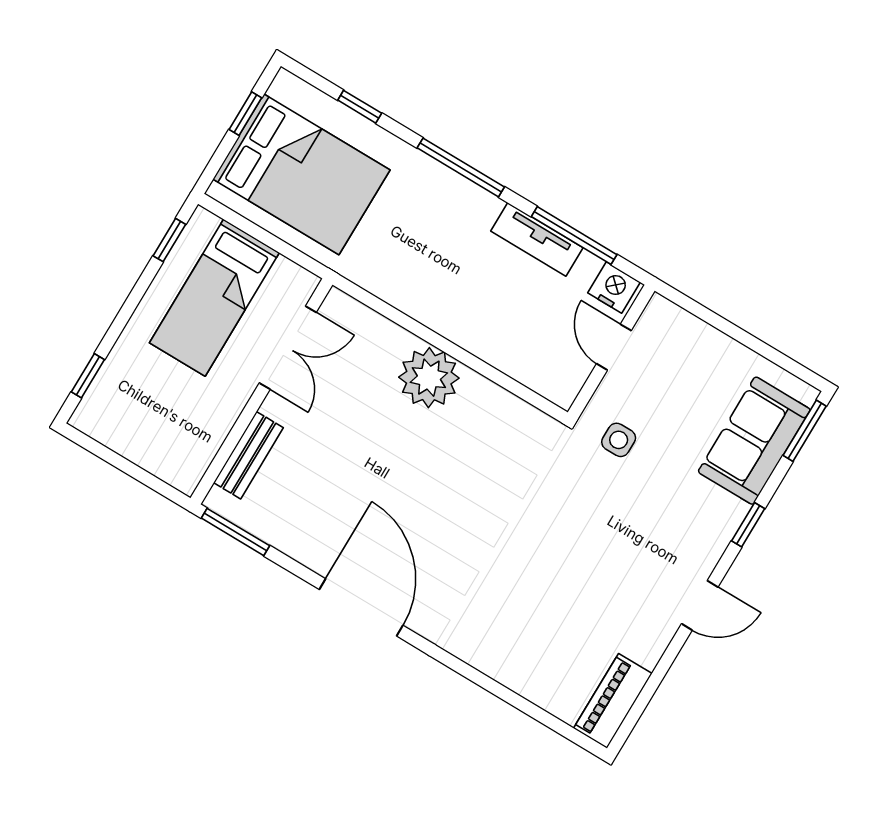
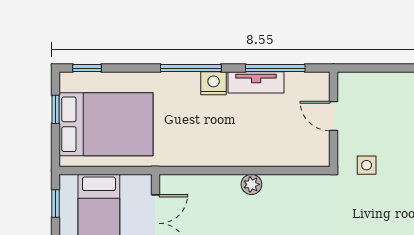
window: (360, 107) -> (87, 68), moved
nightstand: (614, 287) -> (214, 83), moved
plant: (429, 378) -> (251, 184), width x0.53, depth x0.53

